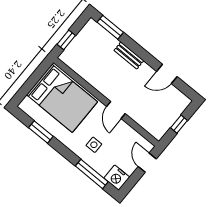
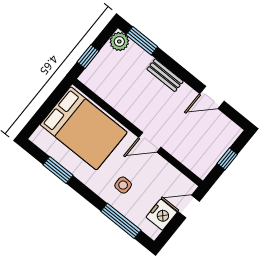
plant: (92, 28) -> (119, 41), added
door: (116, 110) -> (150, 142), hinge flipped
door: (147, 163) -> (189, 207), hinge flipped
nightstand: (117, 178) -> (162, 215), moved, turned -90

